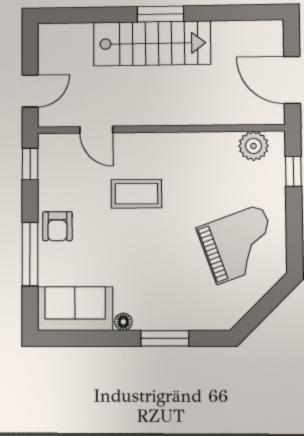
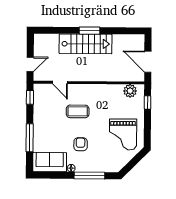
armchair: (57, 226) -> (81, 144), moved, turned 180
grand piano: (239, 244) -> (123, 134), turned 110
window: (165, 338) -> (89, 176), width x1.44

